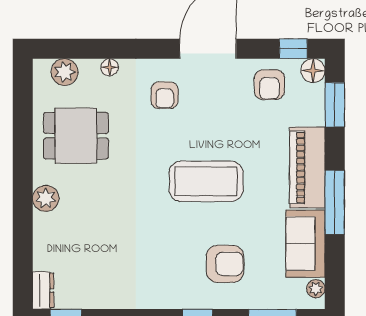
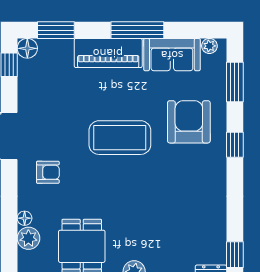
plant: (65, 72) -> (28, 238), moved
armchair: (269, 85) -> (39, 85), removed
coffee table: (206, 181) -> (120, 138), turned 90
armchair: (225, 264) -> (189, 122), width x1.36, depth x1.36

